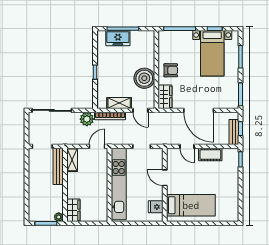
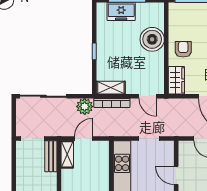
armchair: (171, 70) -> (183, 49), turned -90
boiler: (144, 78) -> (152, 39), moved
shelving: (119, 103) -> (111, 88), moved
door: (97, 146) -> (84, 139), moved
bench: (58, 166) -> (51, 156), width x0.73

